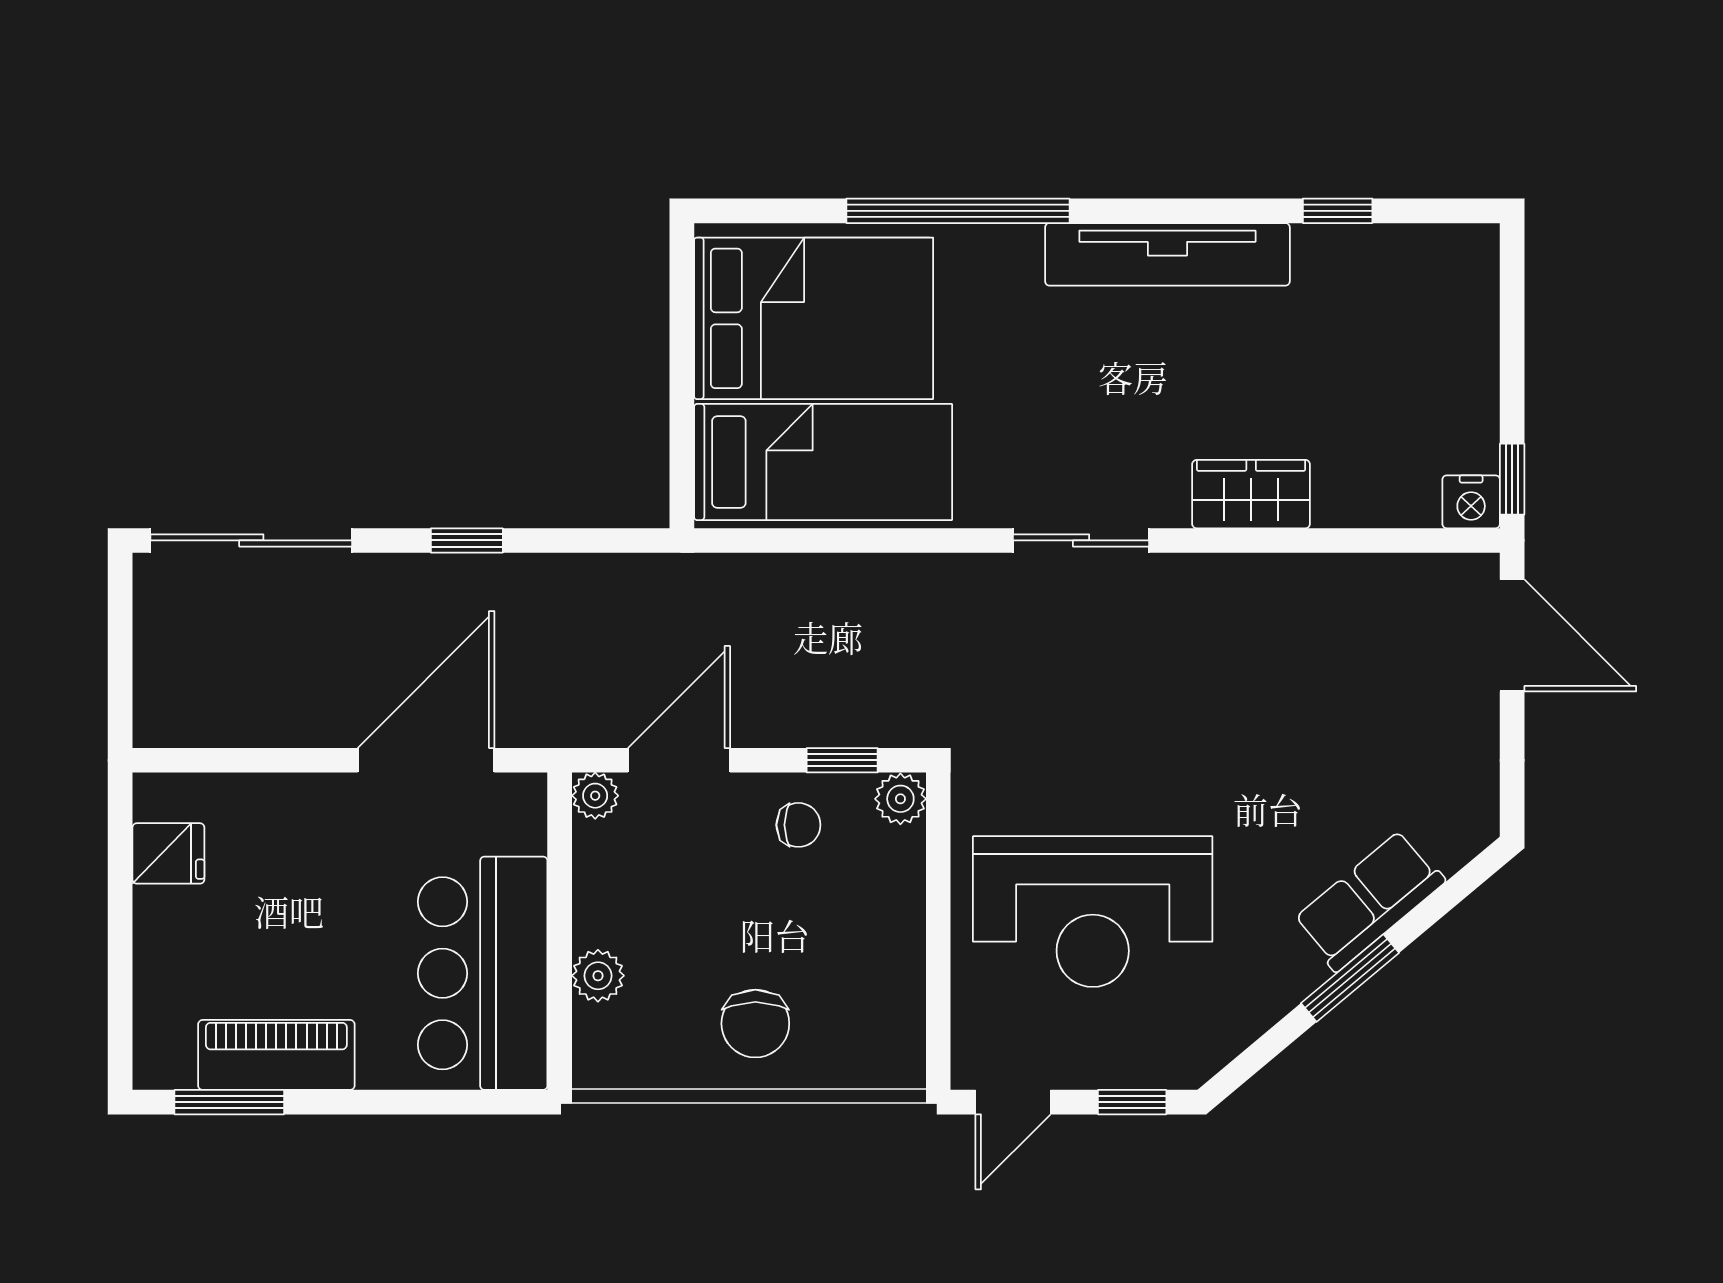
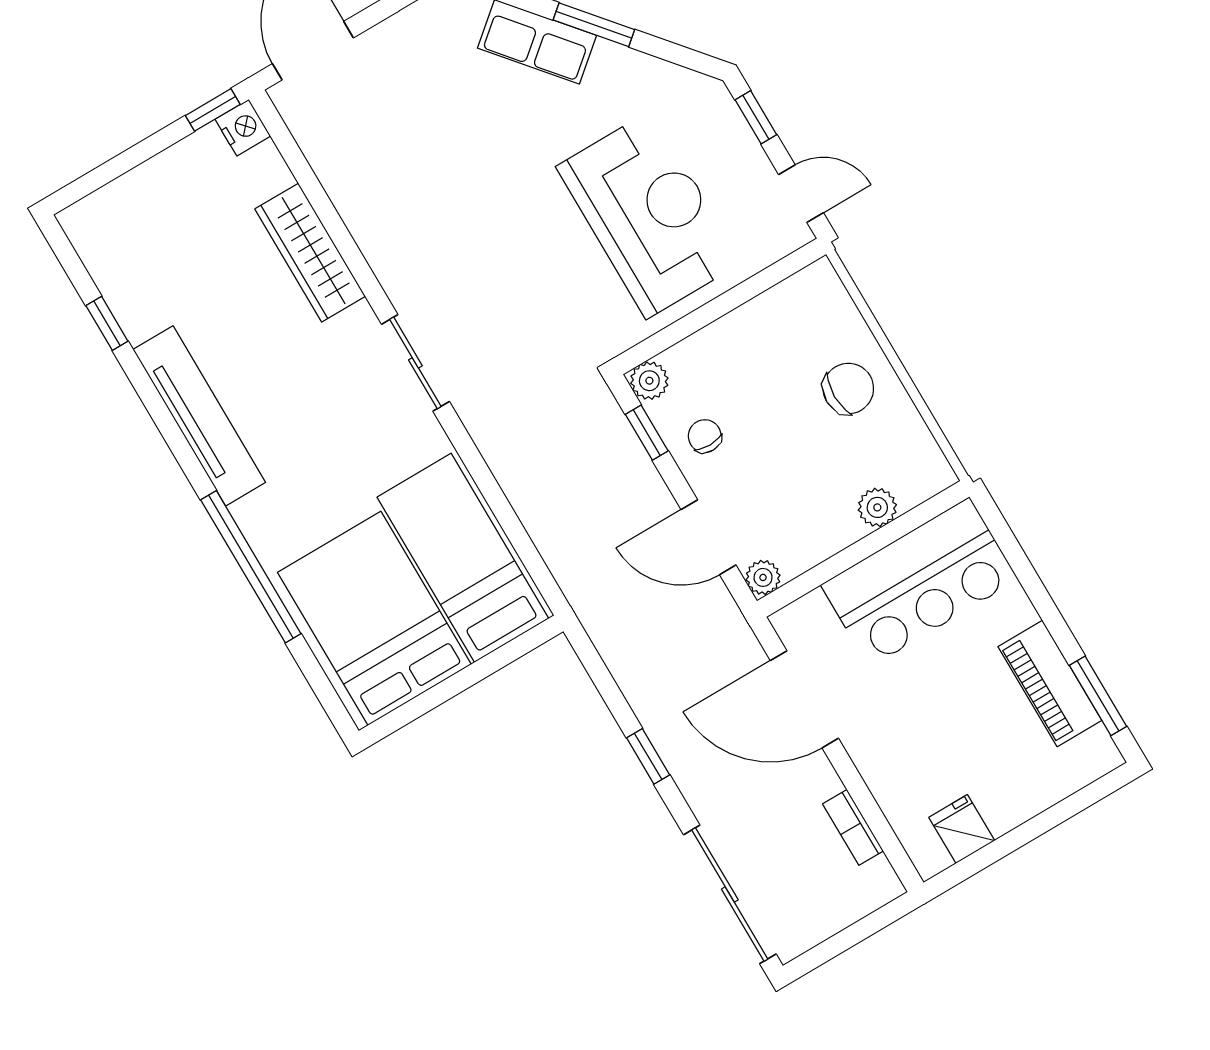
wardrobe: (1251, 494) -> (310, 253), width x1.50
bookcase: (245, 729) -> (853, 827), added

